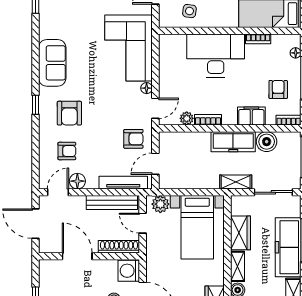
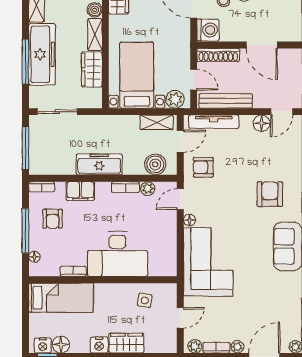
boiler: (267, 142) -> (155, 164), moved
armchair: (67, 151) -> (273, 155), removed
shelving: (236, 182) -> (157, 122), moved

